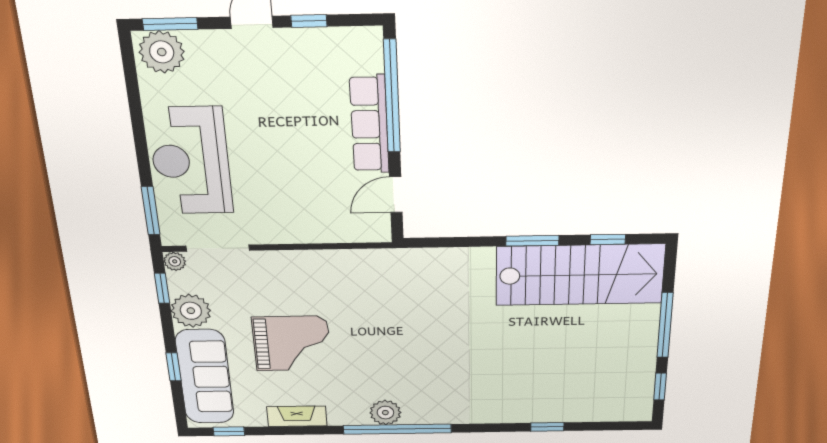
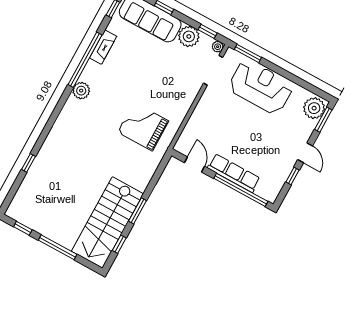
grand piano: (292, 343) -> (143, 127), moved, turned 90
window: (397, 429) -> (85, 60), moved

